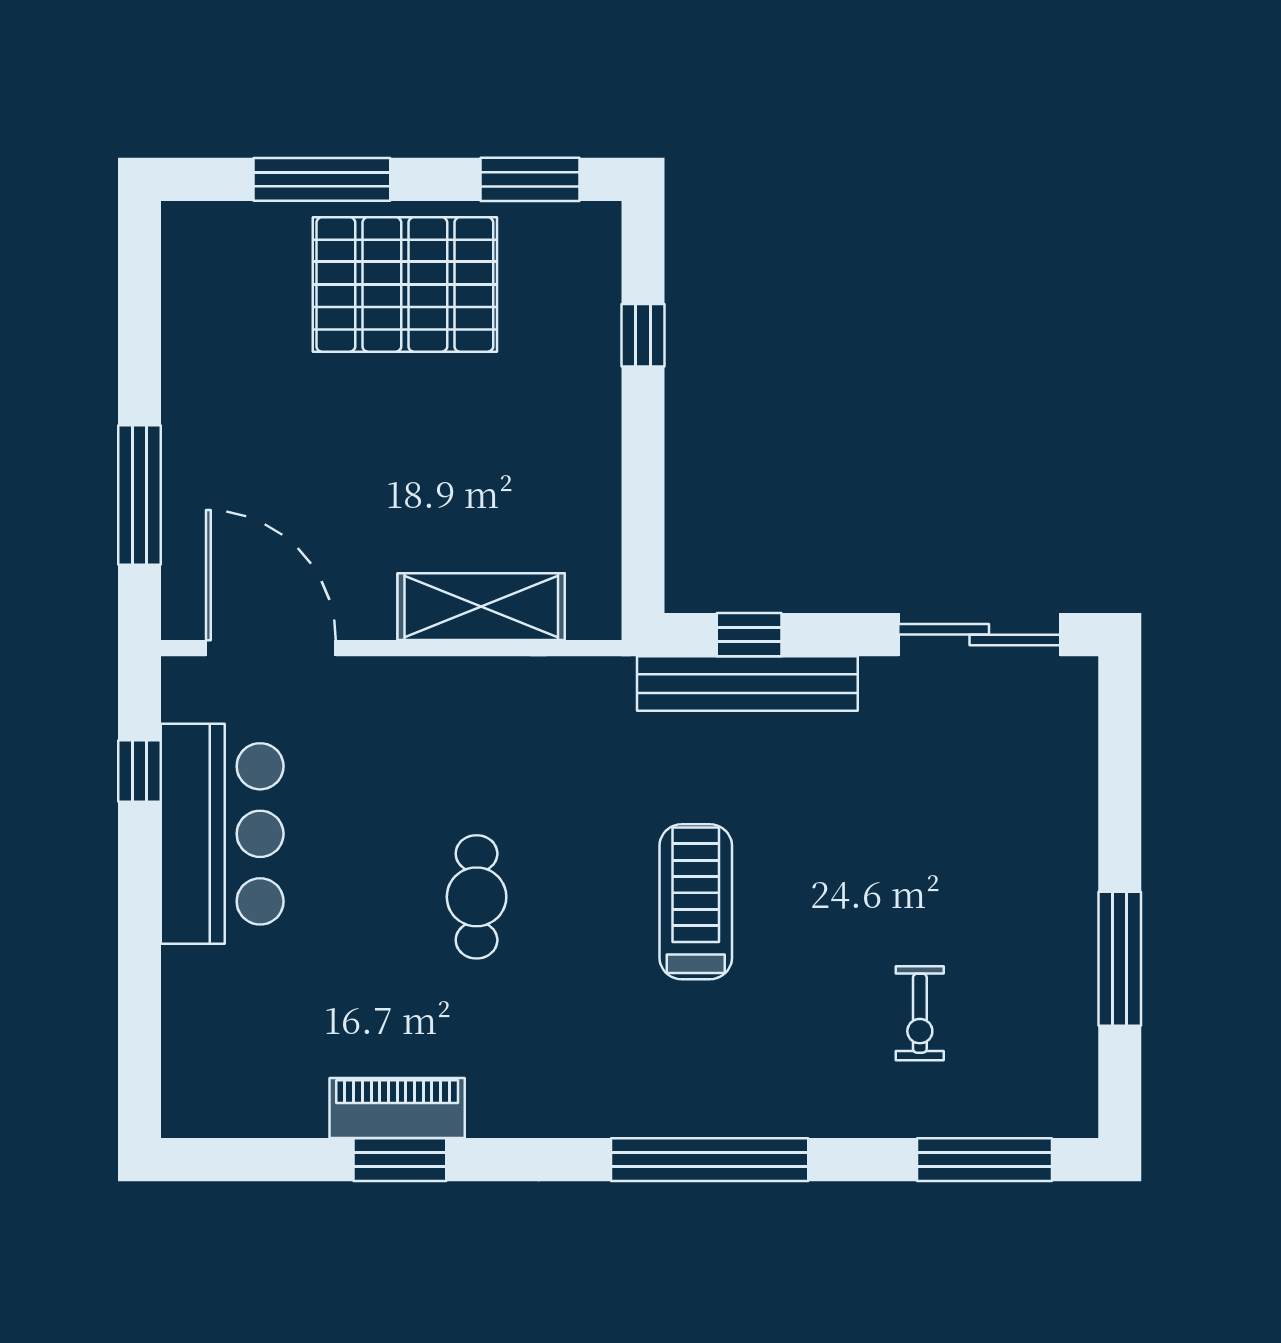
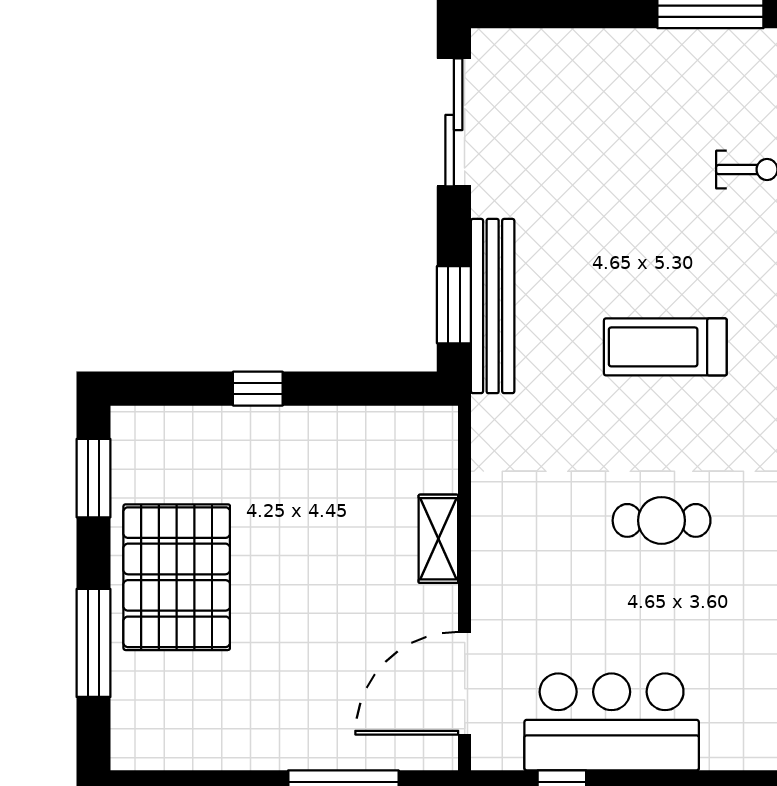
window: (643, 335) -> (258, 389), moved
shelving: (481, 607) -> (438, 539), width x0.67, depth x0.75
window: (749, 635) -> (454, 305), width x1.50

